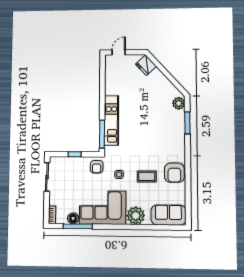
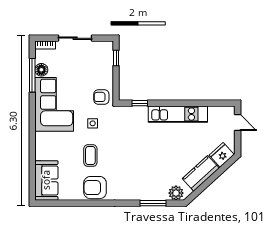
kitchen counter: (162, 83) -> (201, 173), added
kitchen unit: (111, 120) -> (178, 114), moved
window: (102, 134) -> (140, 103), width x0.46
window: (75, 154) -> (116, 58), moved
sliding door: (47, 177) -> (75, 38), moved
plant: (136, 216) -> (45, 143), removed

